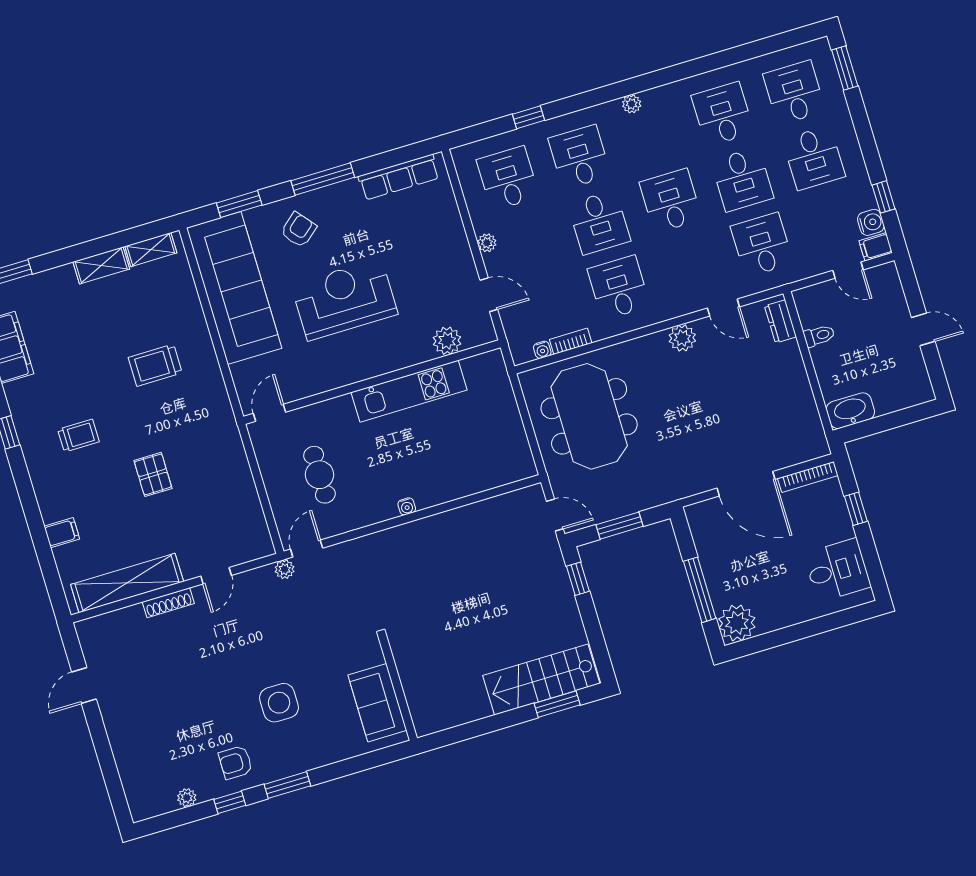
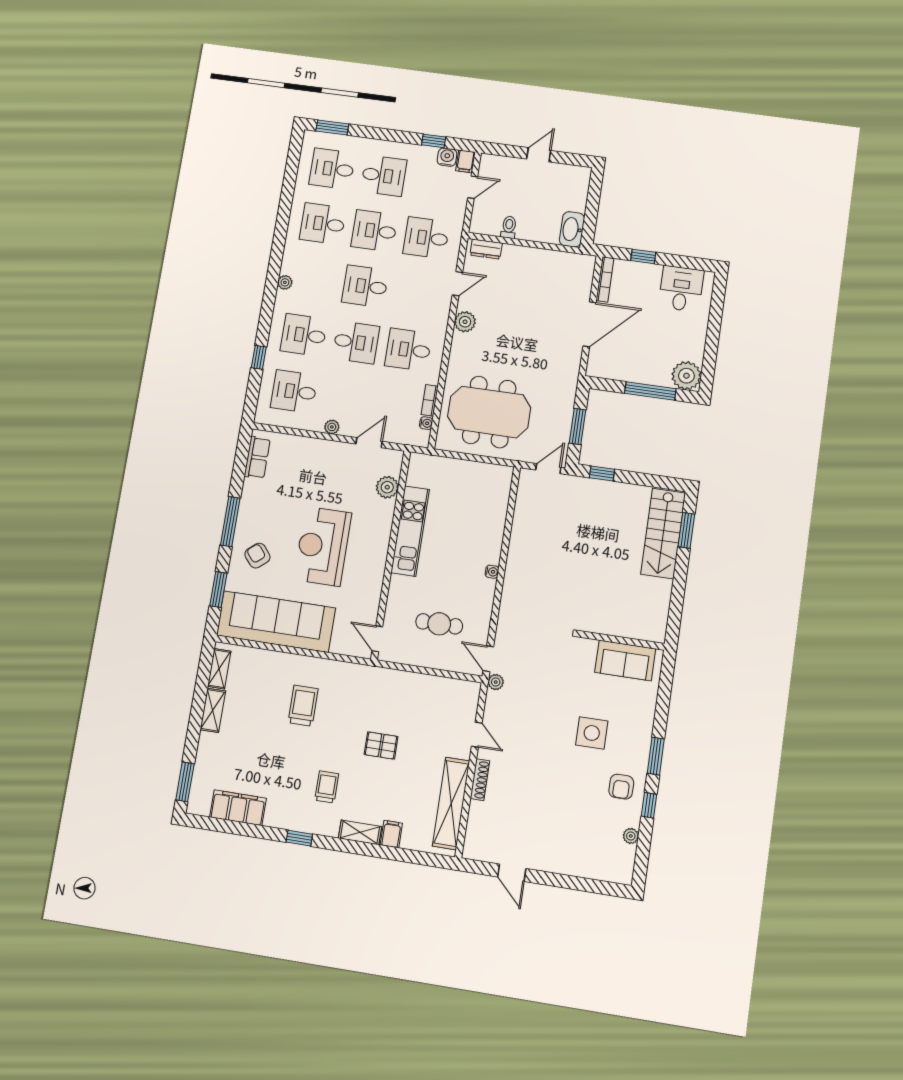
row of seats: (399, 177) -> (257, 458), width x0.68
desk: (742, 179) -> (374, 231), turned 180
trolley: (155, 365) -> (303, 706), turned 180
shelving: (47, 497) -> (360, 832), added

